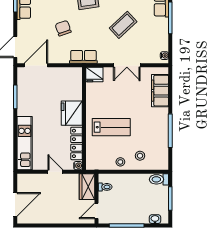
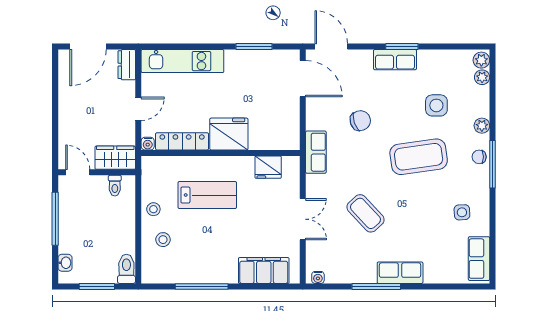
double door: (127, 65) -> (303, 219), swing flipped
fridge: (94, 75) -> (268, 167), moved, turned -90
lab bench: (111, 127) -> (207, 195), turned -90
dresser: (27, 179) -> (127, 65), added
door: (15, 204) -> (88, 47), hinge flipped

